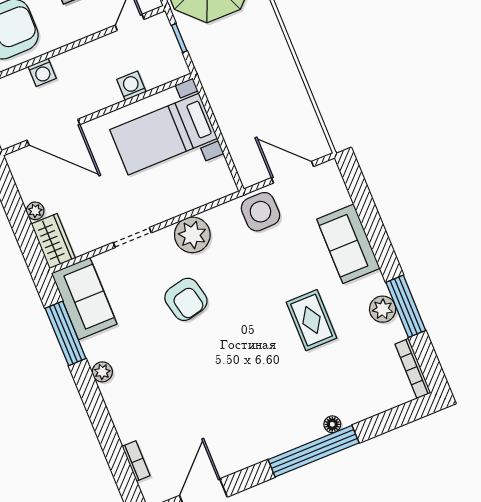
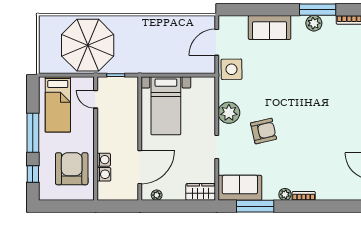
washing machine: (131, 86) -> (104, 174), moved, turned 180
plant: (35, 211) -> (157, 195), moved
rug: (311, 320) -> (304, 65), removed
bookcase: (136, 461) -> (304, 196), moved

